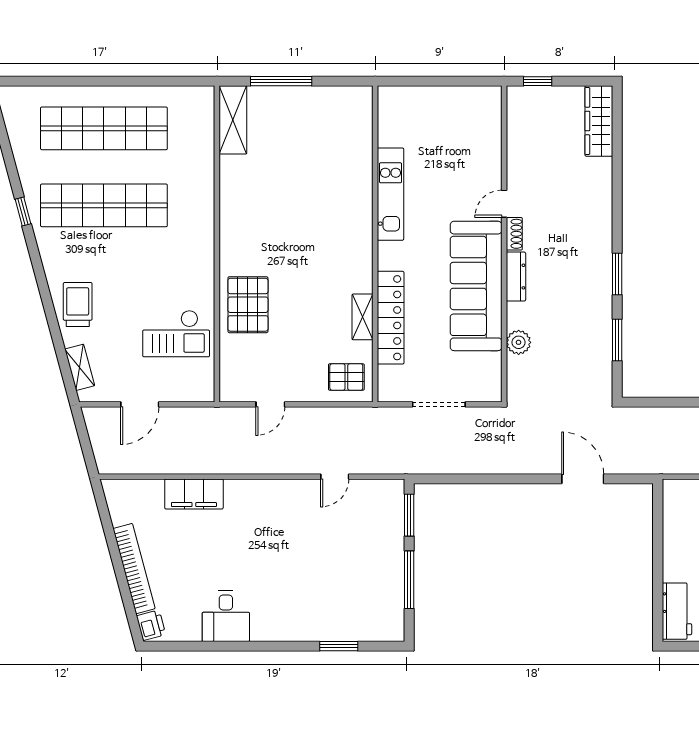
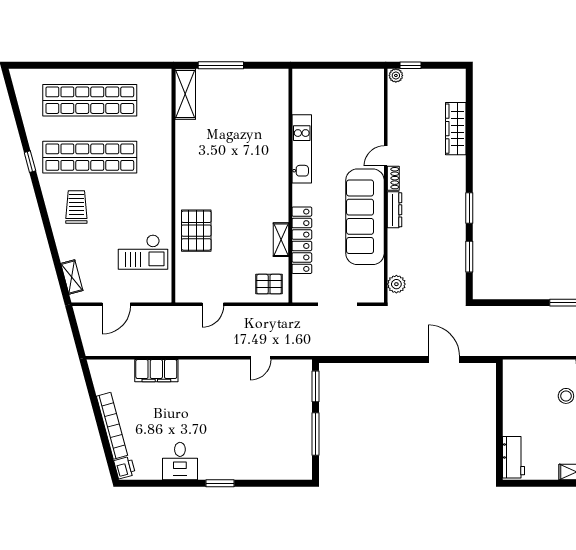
plant: (518, 95) -> (396, 75), added
wardrobe: (599, 121) -> (456, 129), moved
trolley: (78, 304) -> (76, 207), moved
plant: (519, 342) -> (396, 284), moved
window: (339, 646) -> (220, 483), moved

